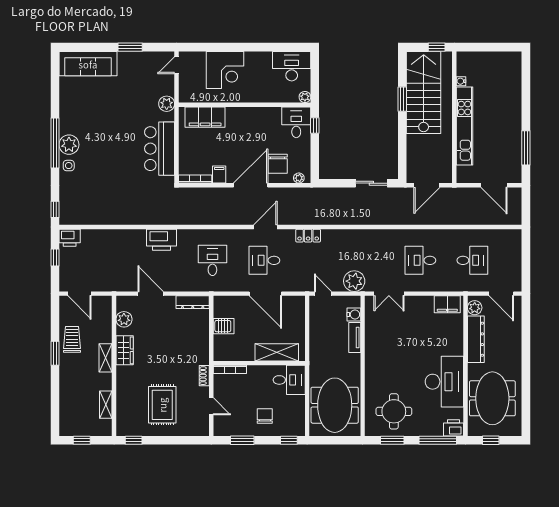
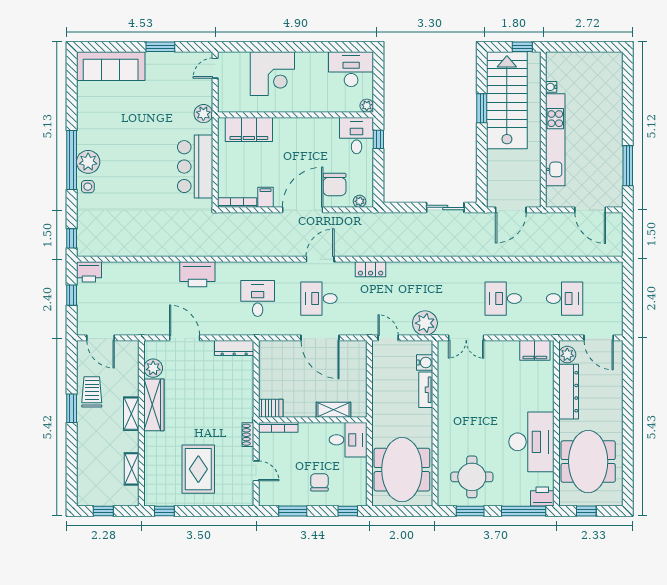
server rack: (224, 326) -> (271, 408), moved
wardrobe: (125, 350) -> (154, 405), width x1.50
shelving: (277, 352) -> (334, 410), width x0.67, depth x0.75

